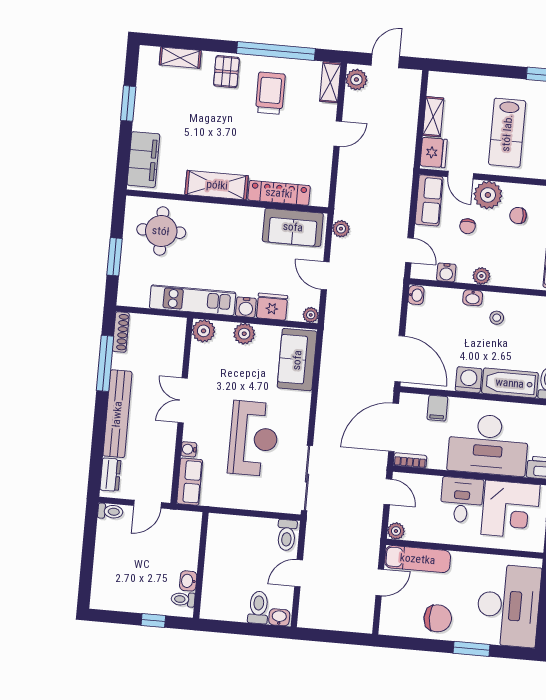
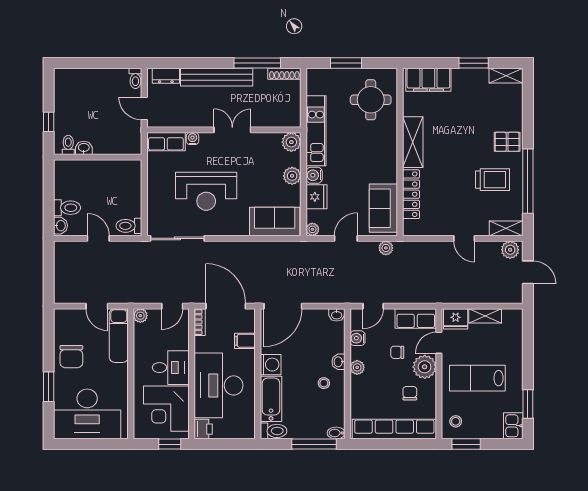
shelving: (180, 58) -> (506, 76), moved, turned 90

